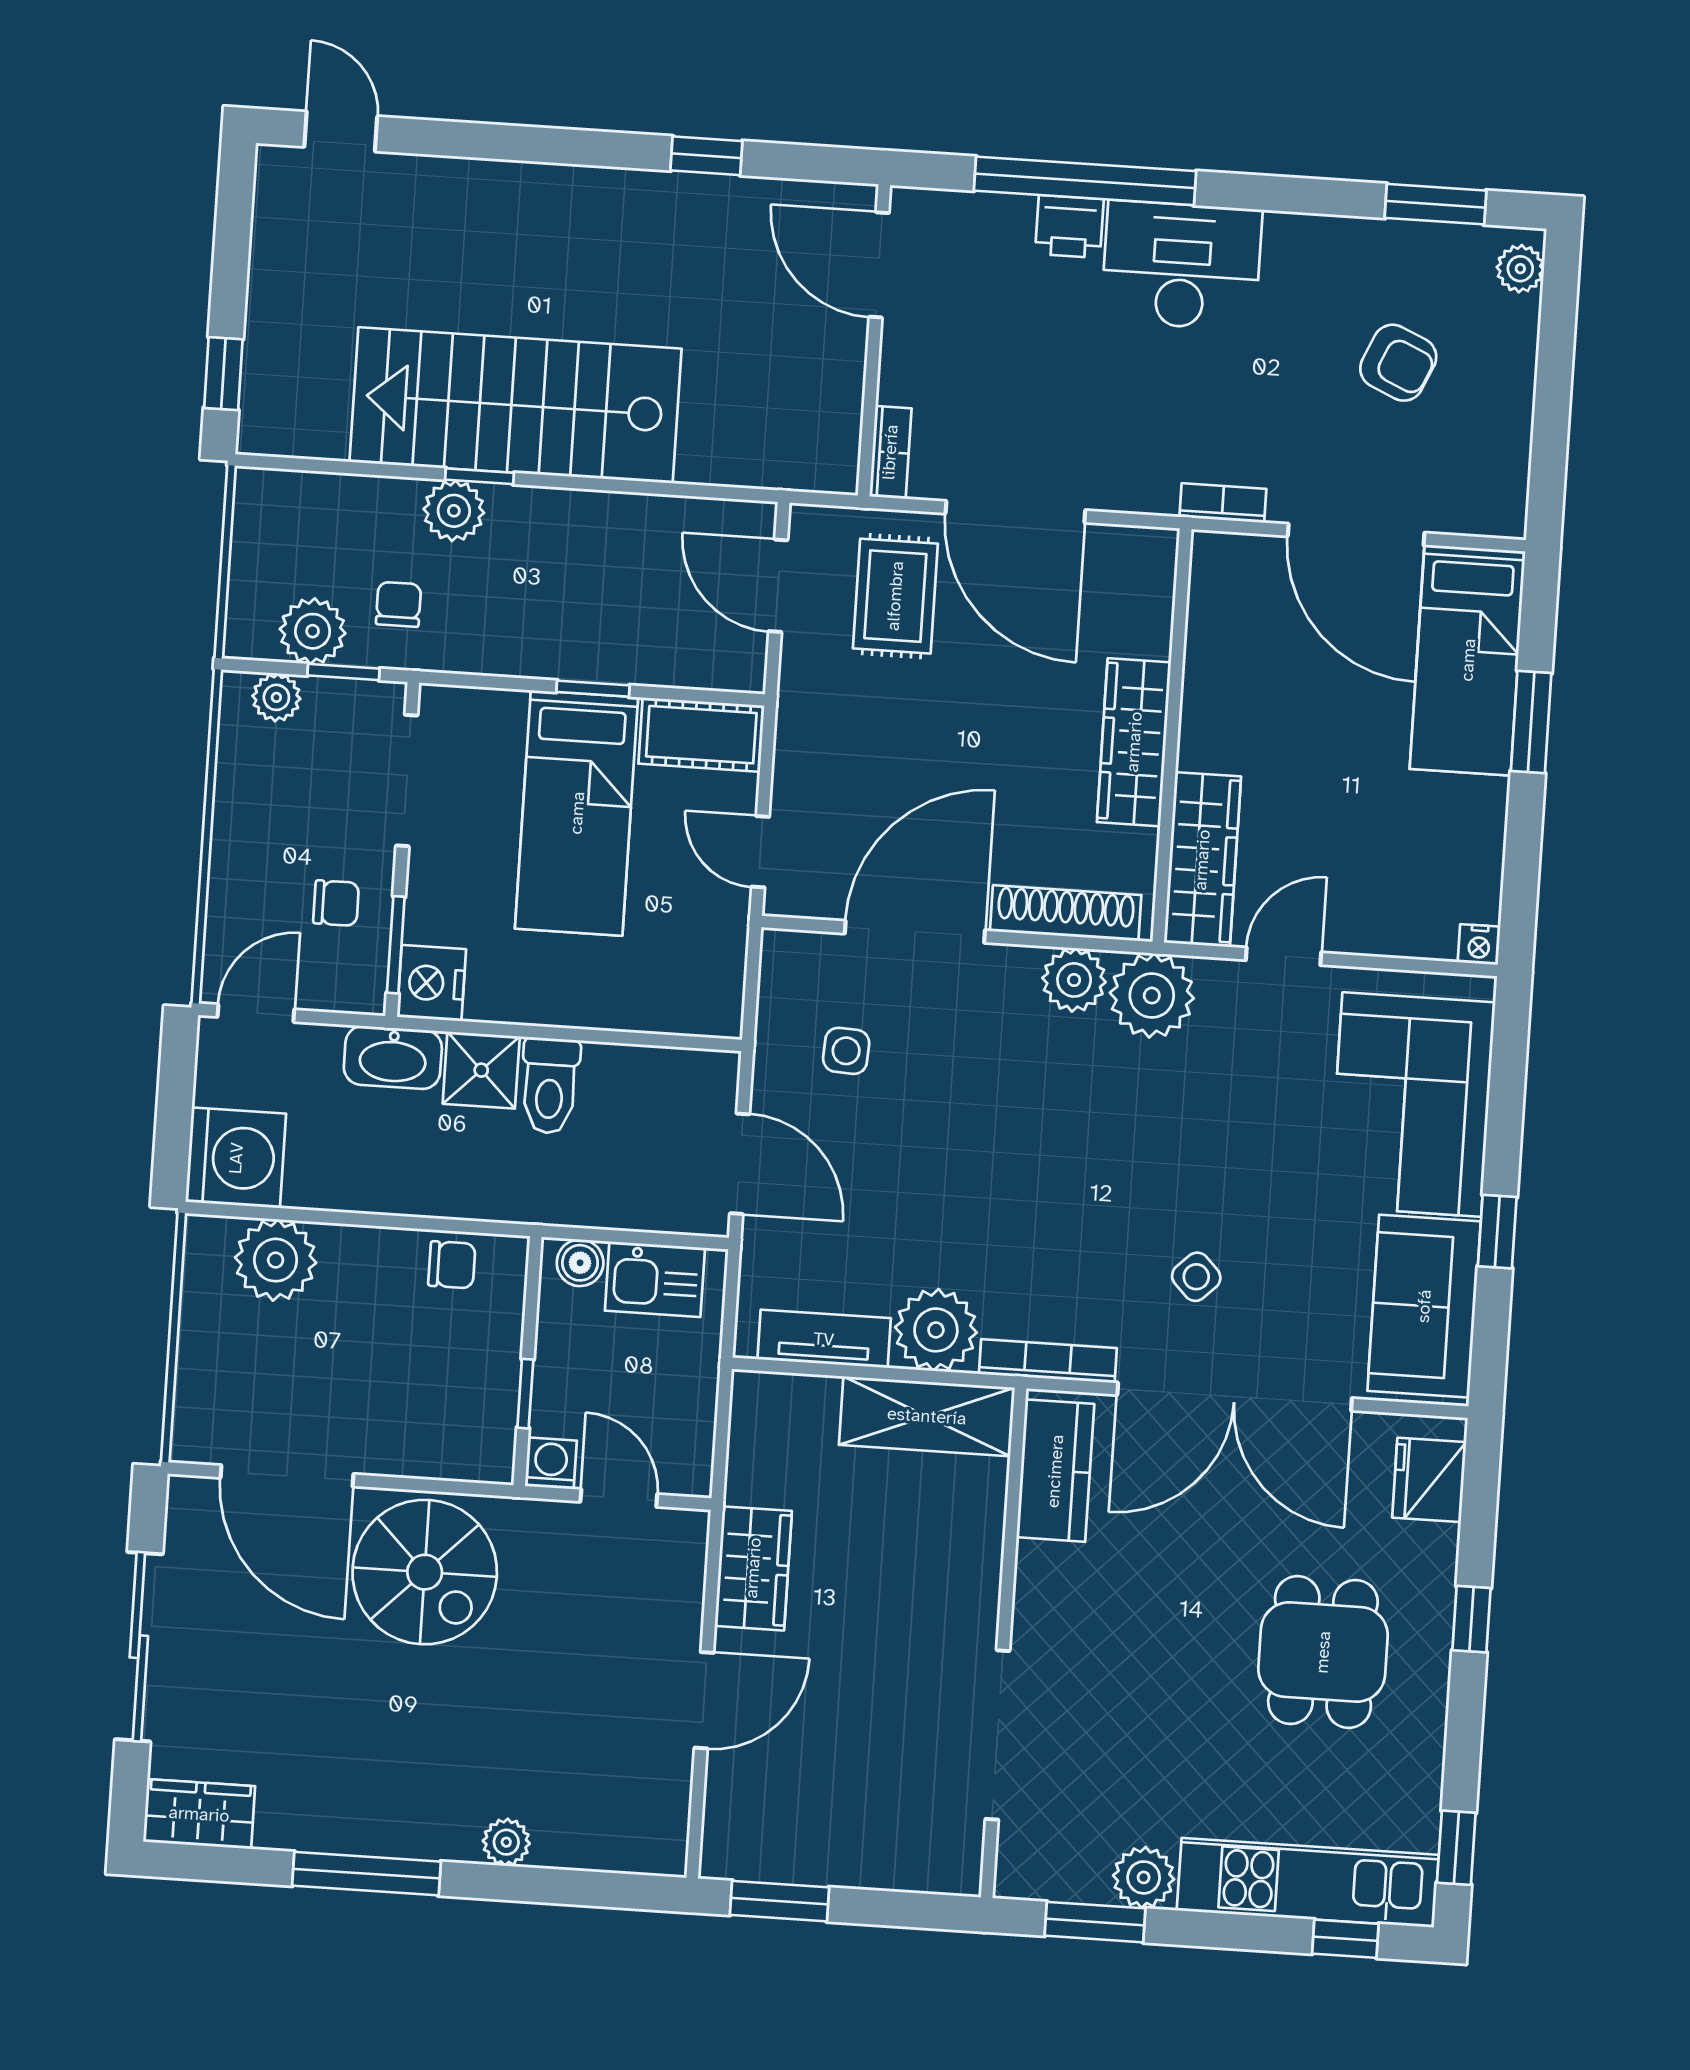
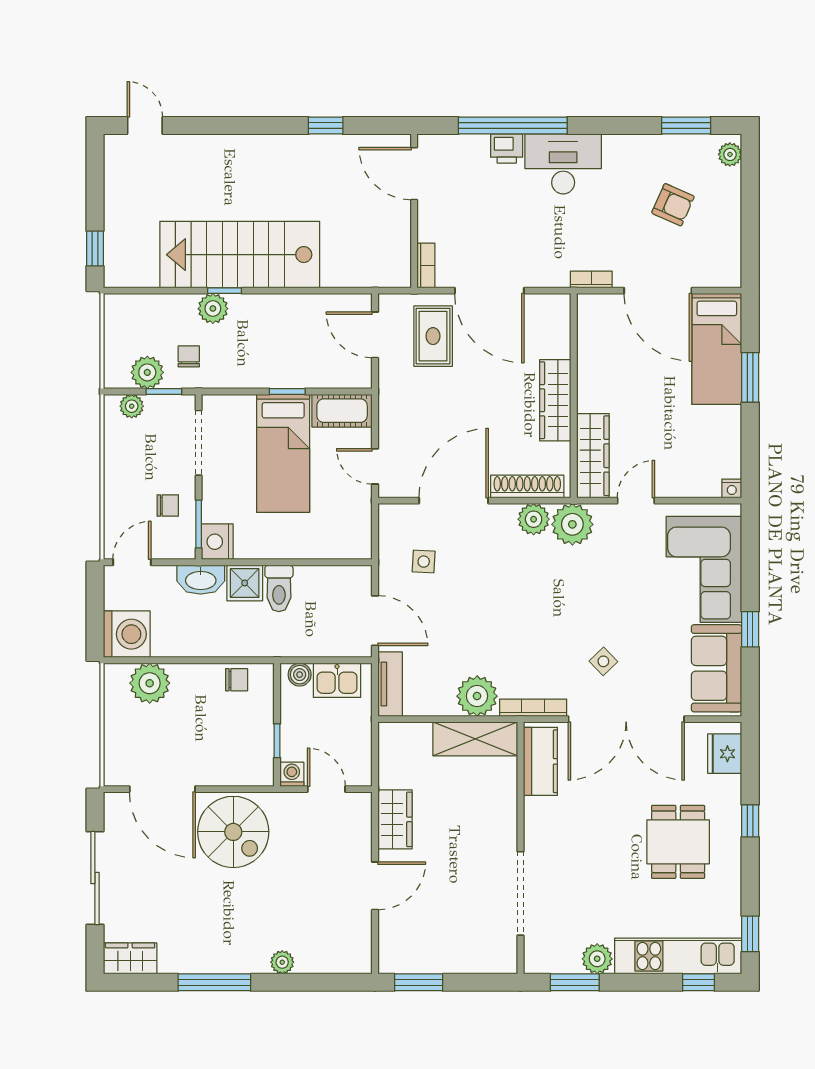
tv unit: (824, 1339) -> (390, 684), moved, turned 90

